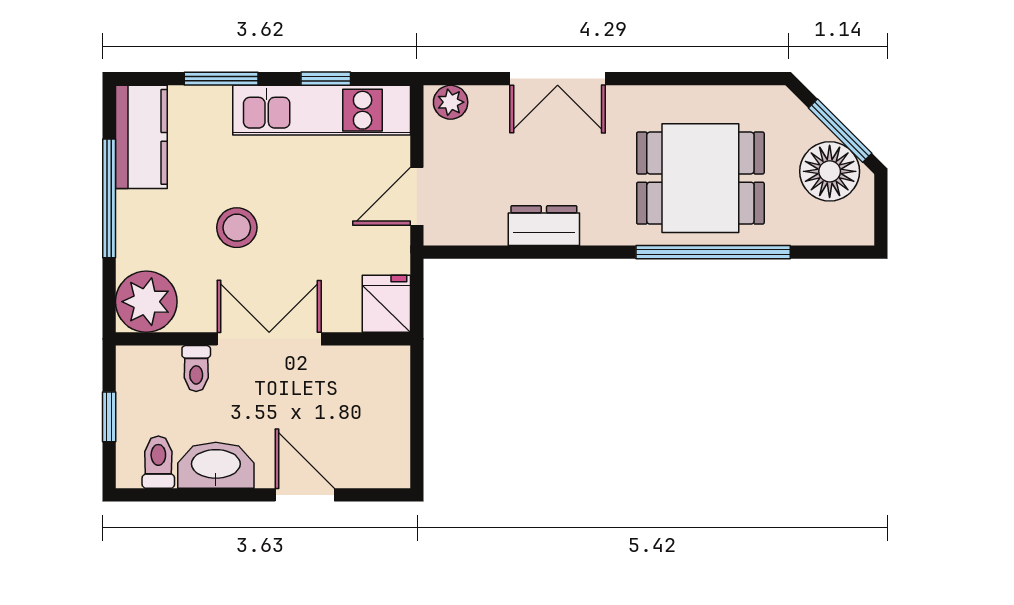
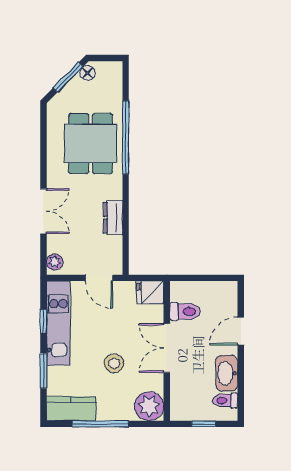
floor lamp: (830, 171) -> (87, 73), width x0.53, depth x0.53
toilet: (196, 368) -> (185, 312), moved, width x1.37, depth x1.39

